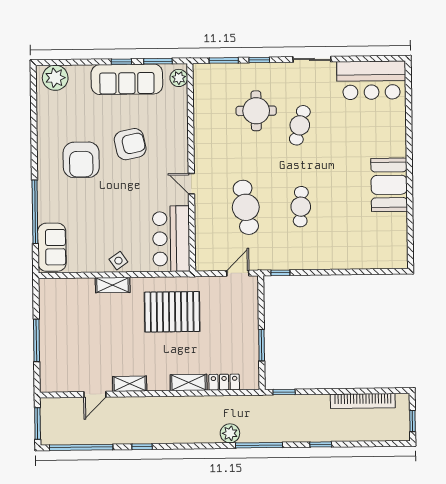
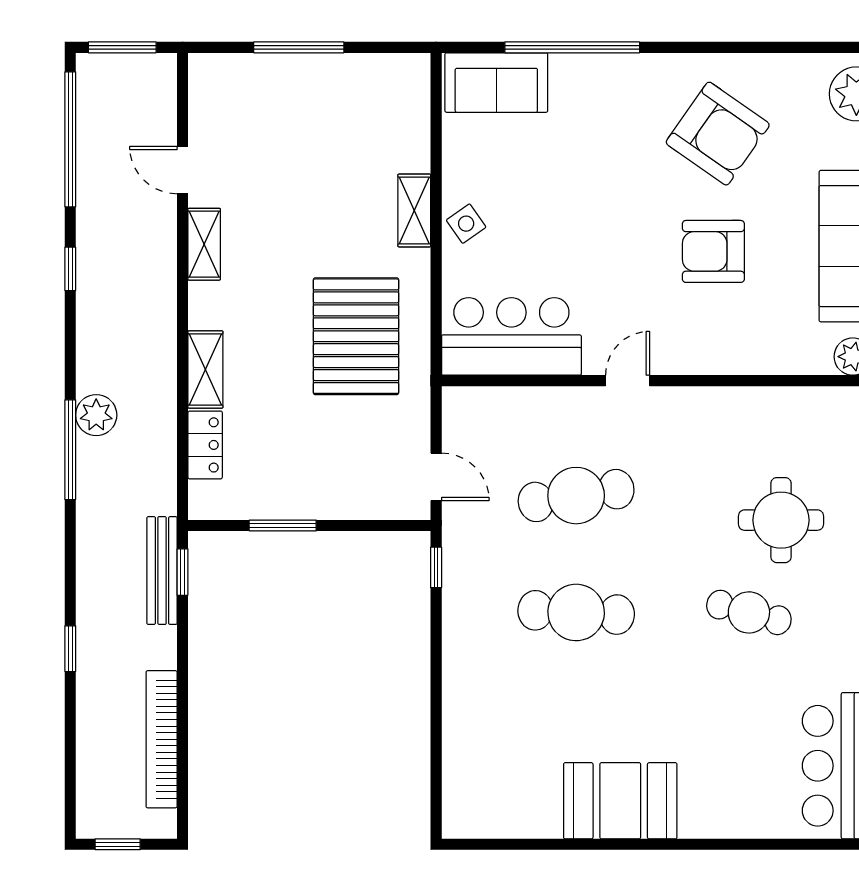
armchair: (130, 144) -> (713, 251), turned 102
armchair: (81, 160) -> (718, 134), moved, turned -145
cafe table: (301, 207) -> (576, 612), width x1.37, depth x1.35
bench: (283, 402) -> (162, 571), added
plant: (230, 433) -> (96, 415), moved
window: (259, 445) -> (70, 450), moved

